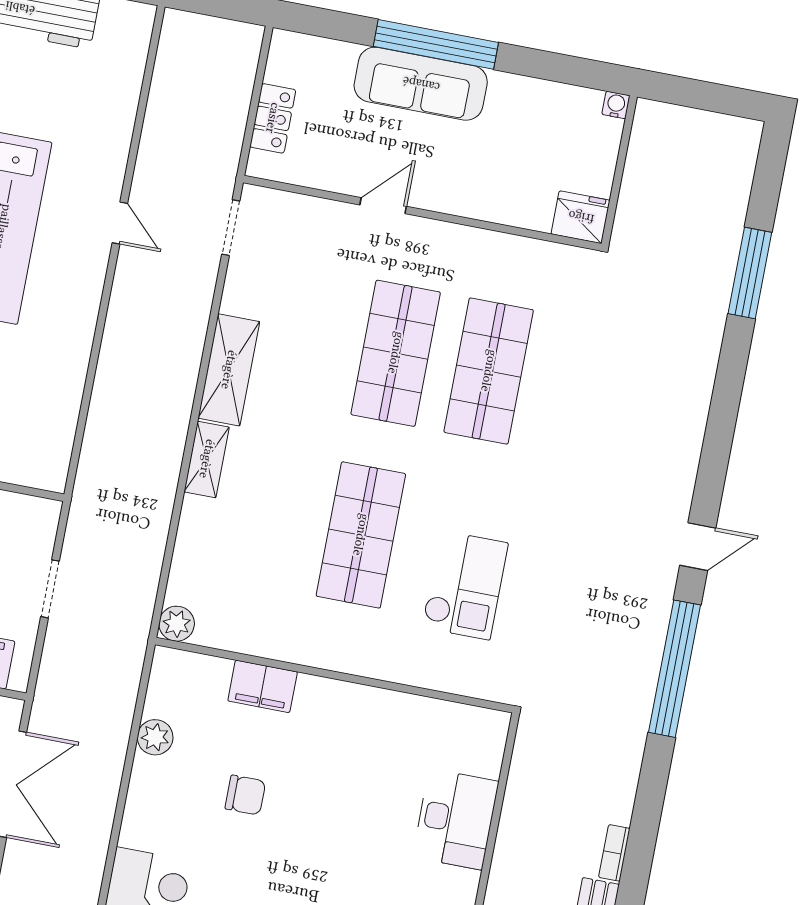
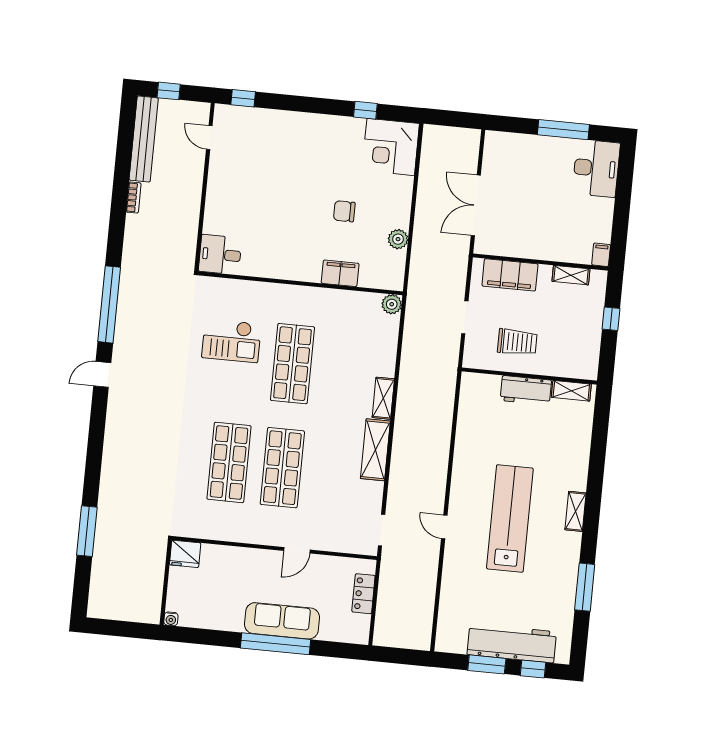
checkout: (465, 585) -> (231, 341), turned -90
desk: (456, 819) -> (220, 255), moved, width x0.73

